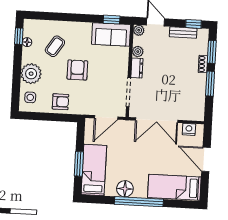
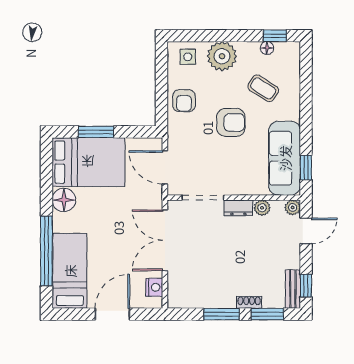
bench: (183, 33) -> (293, 289), moved
sofa: (111, 34) -> (285, 158), width x1.36
bed: (94, 170) -> (88, 162), width x1.50
window: (139, 202) -> (46, 251), moved

